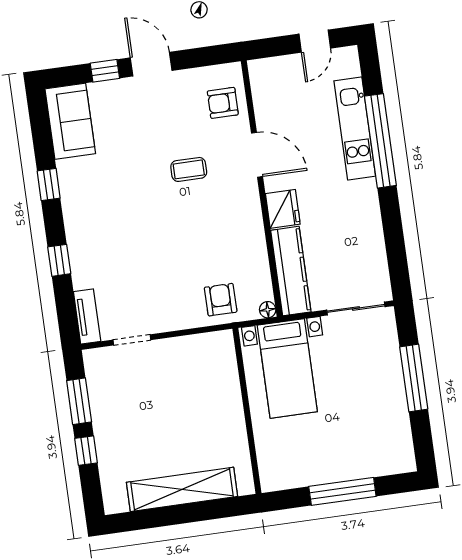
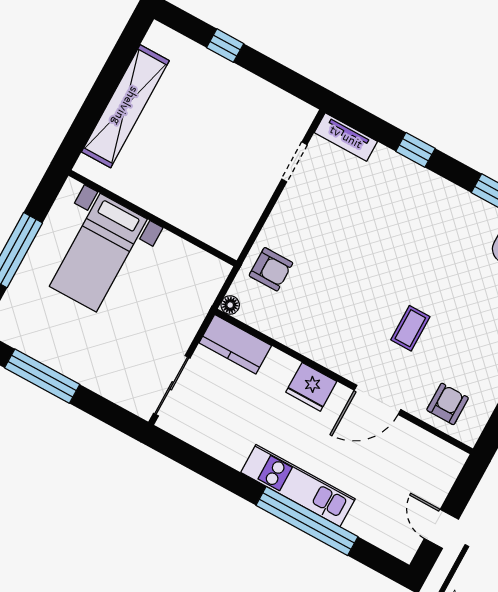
kitchen unit: (355, 128) -> (298, 486), moved
kitchen counter: (291, 271) -> (235, 344), width x0.67
bed with nightstands: (287, 368) -> (98, 253), moved, turned -90
window: (414, 378) -> (42, 376), moved
window: (79, 401) -> (274, 73), removed

